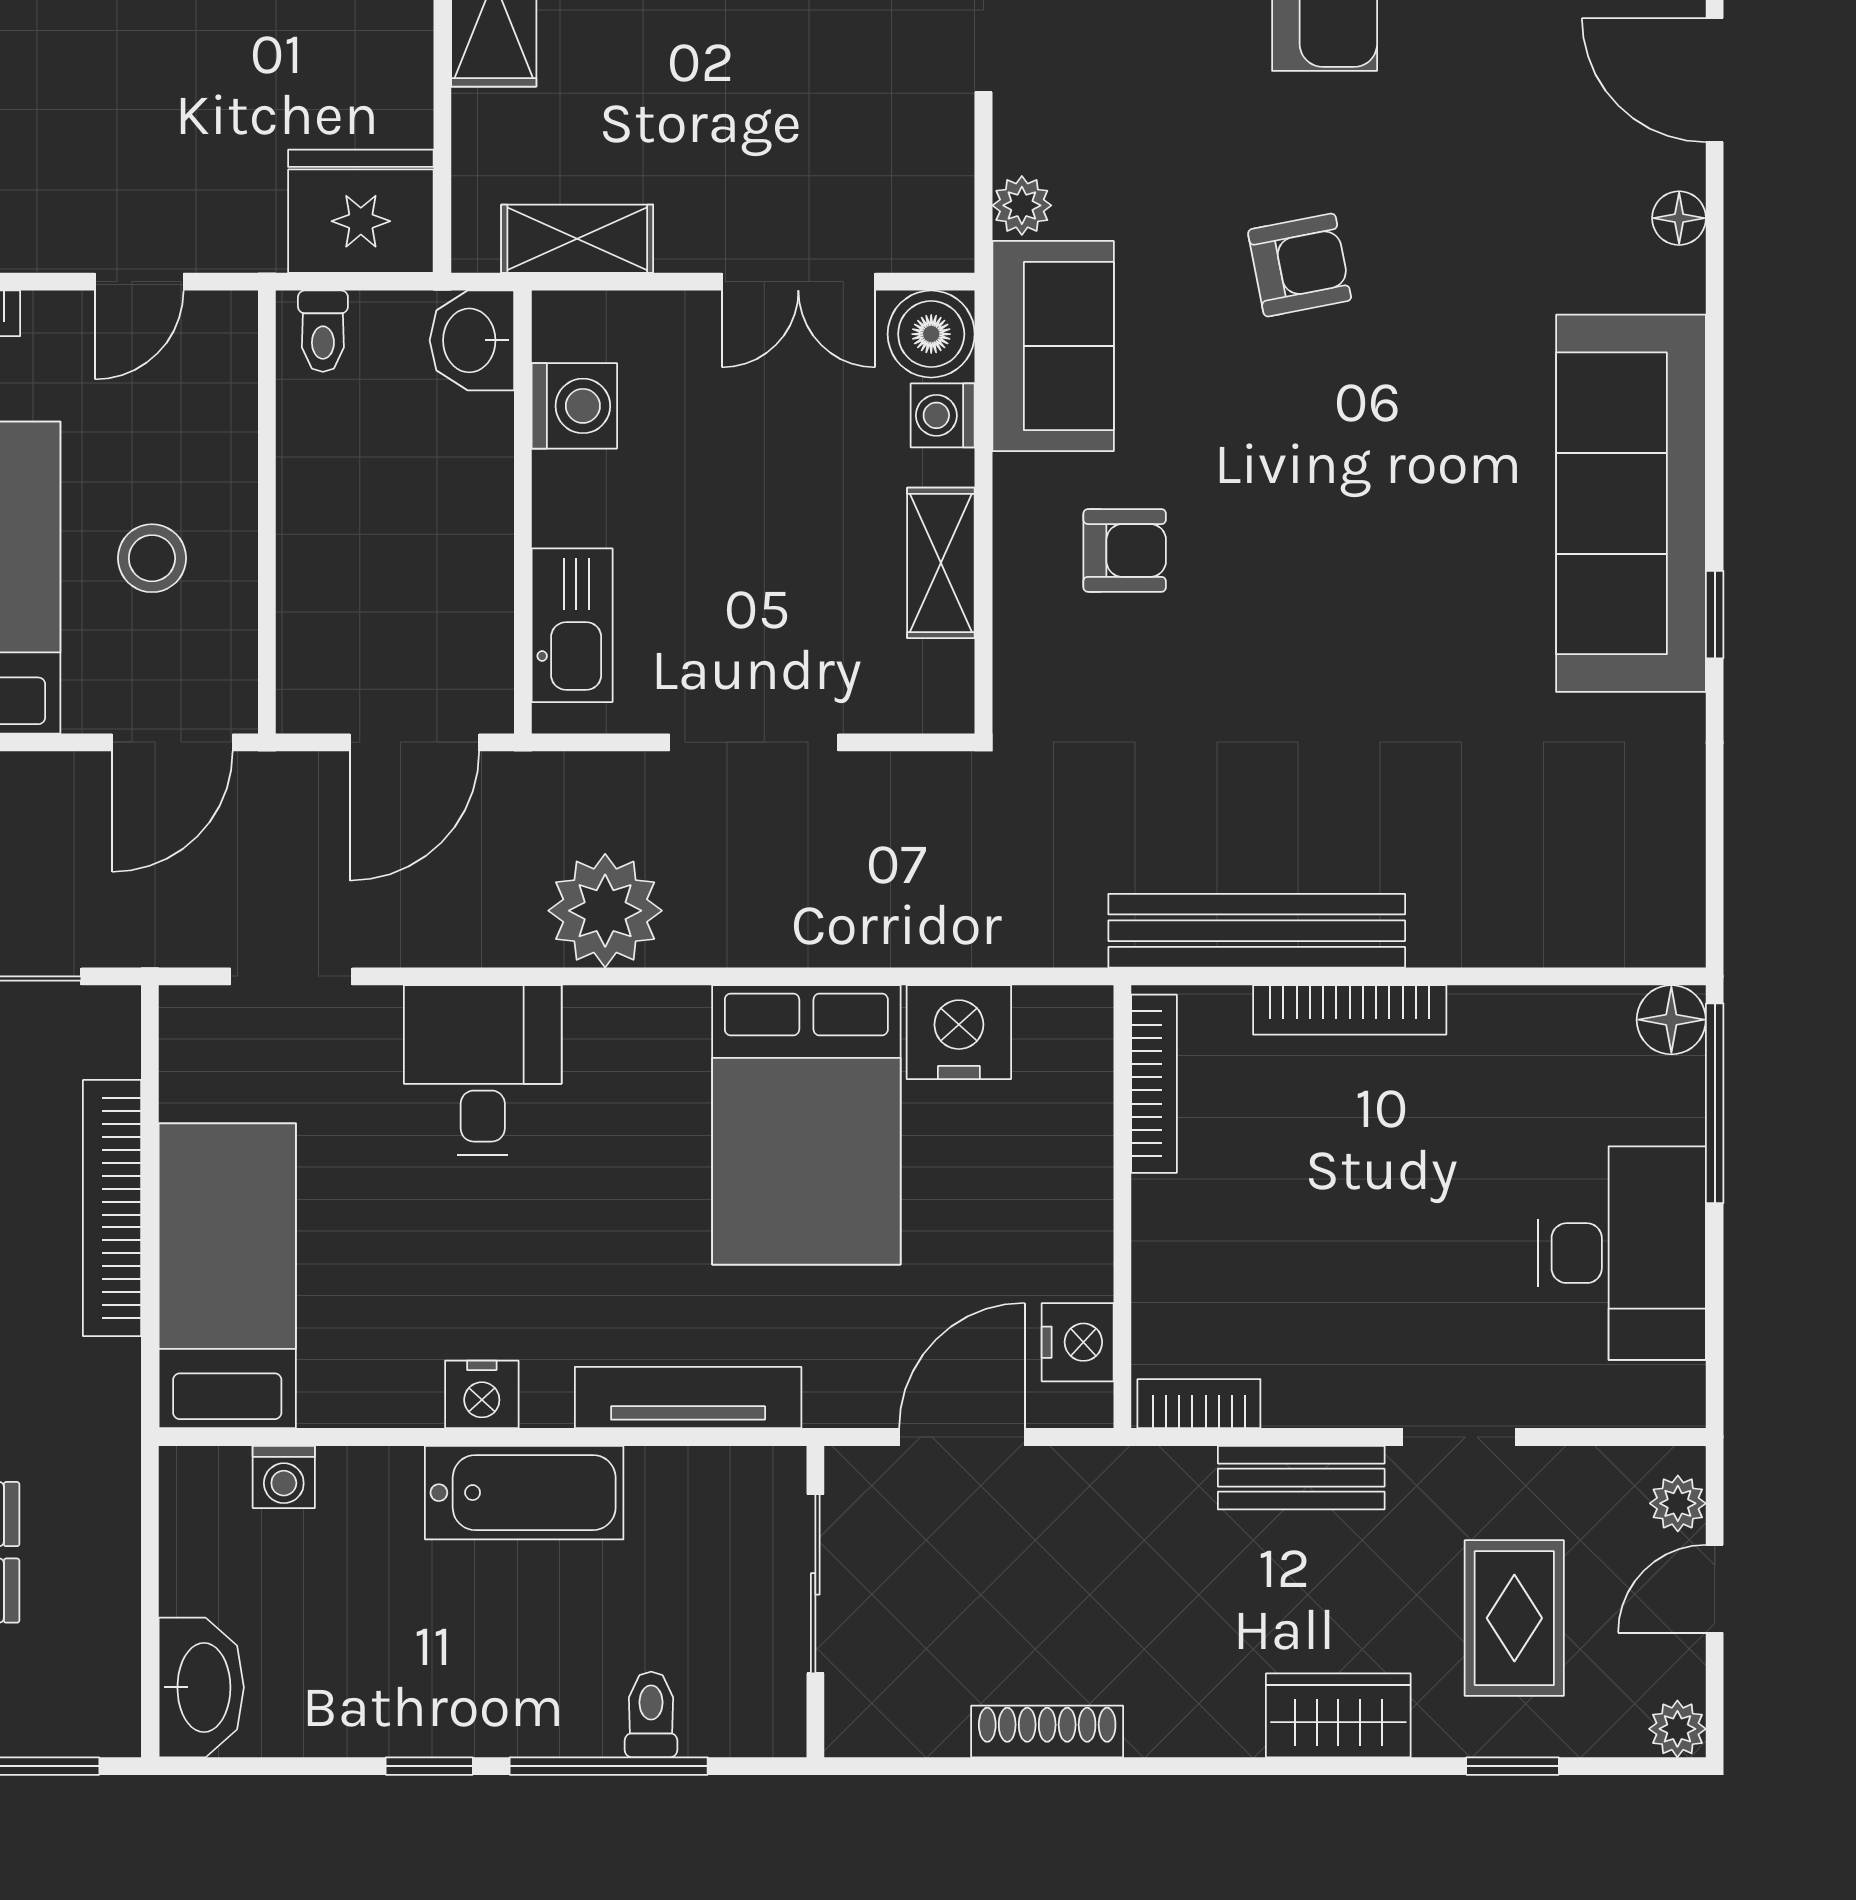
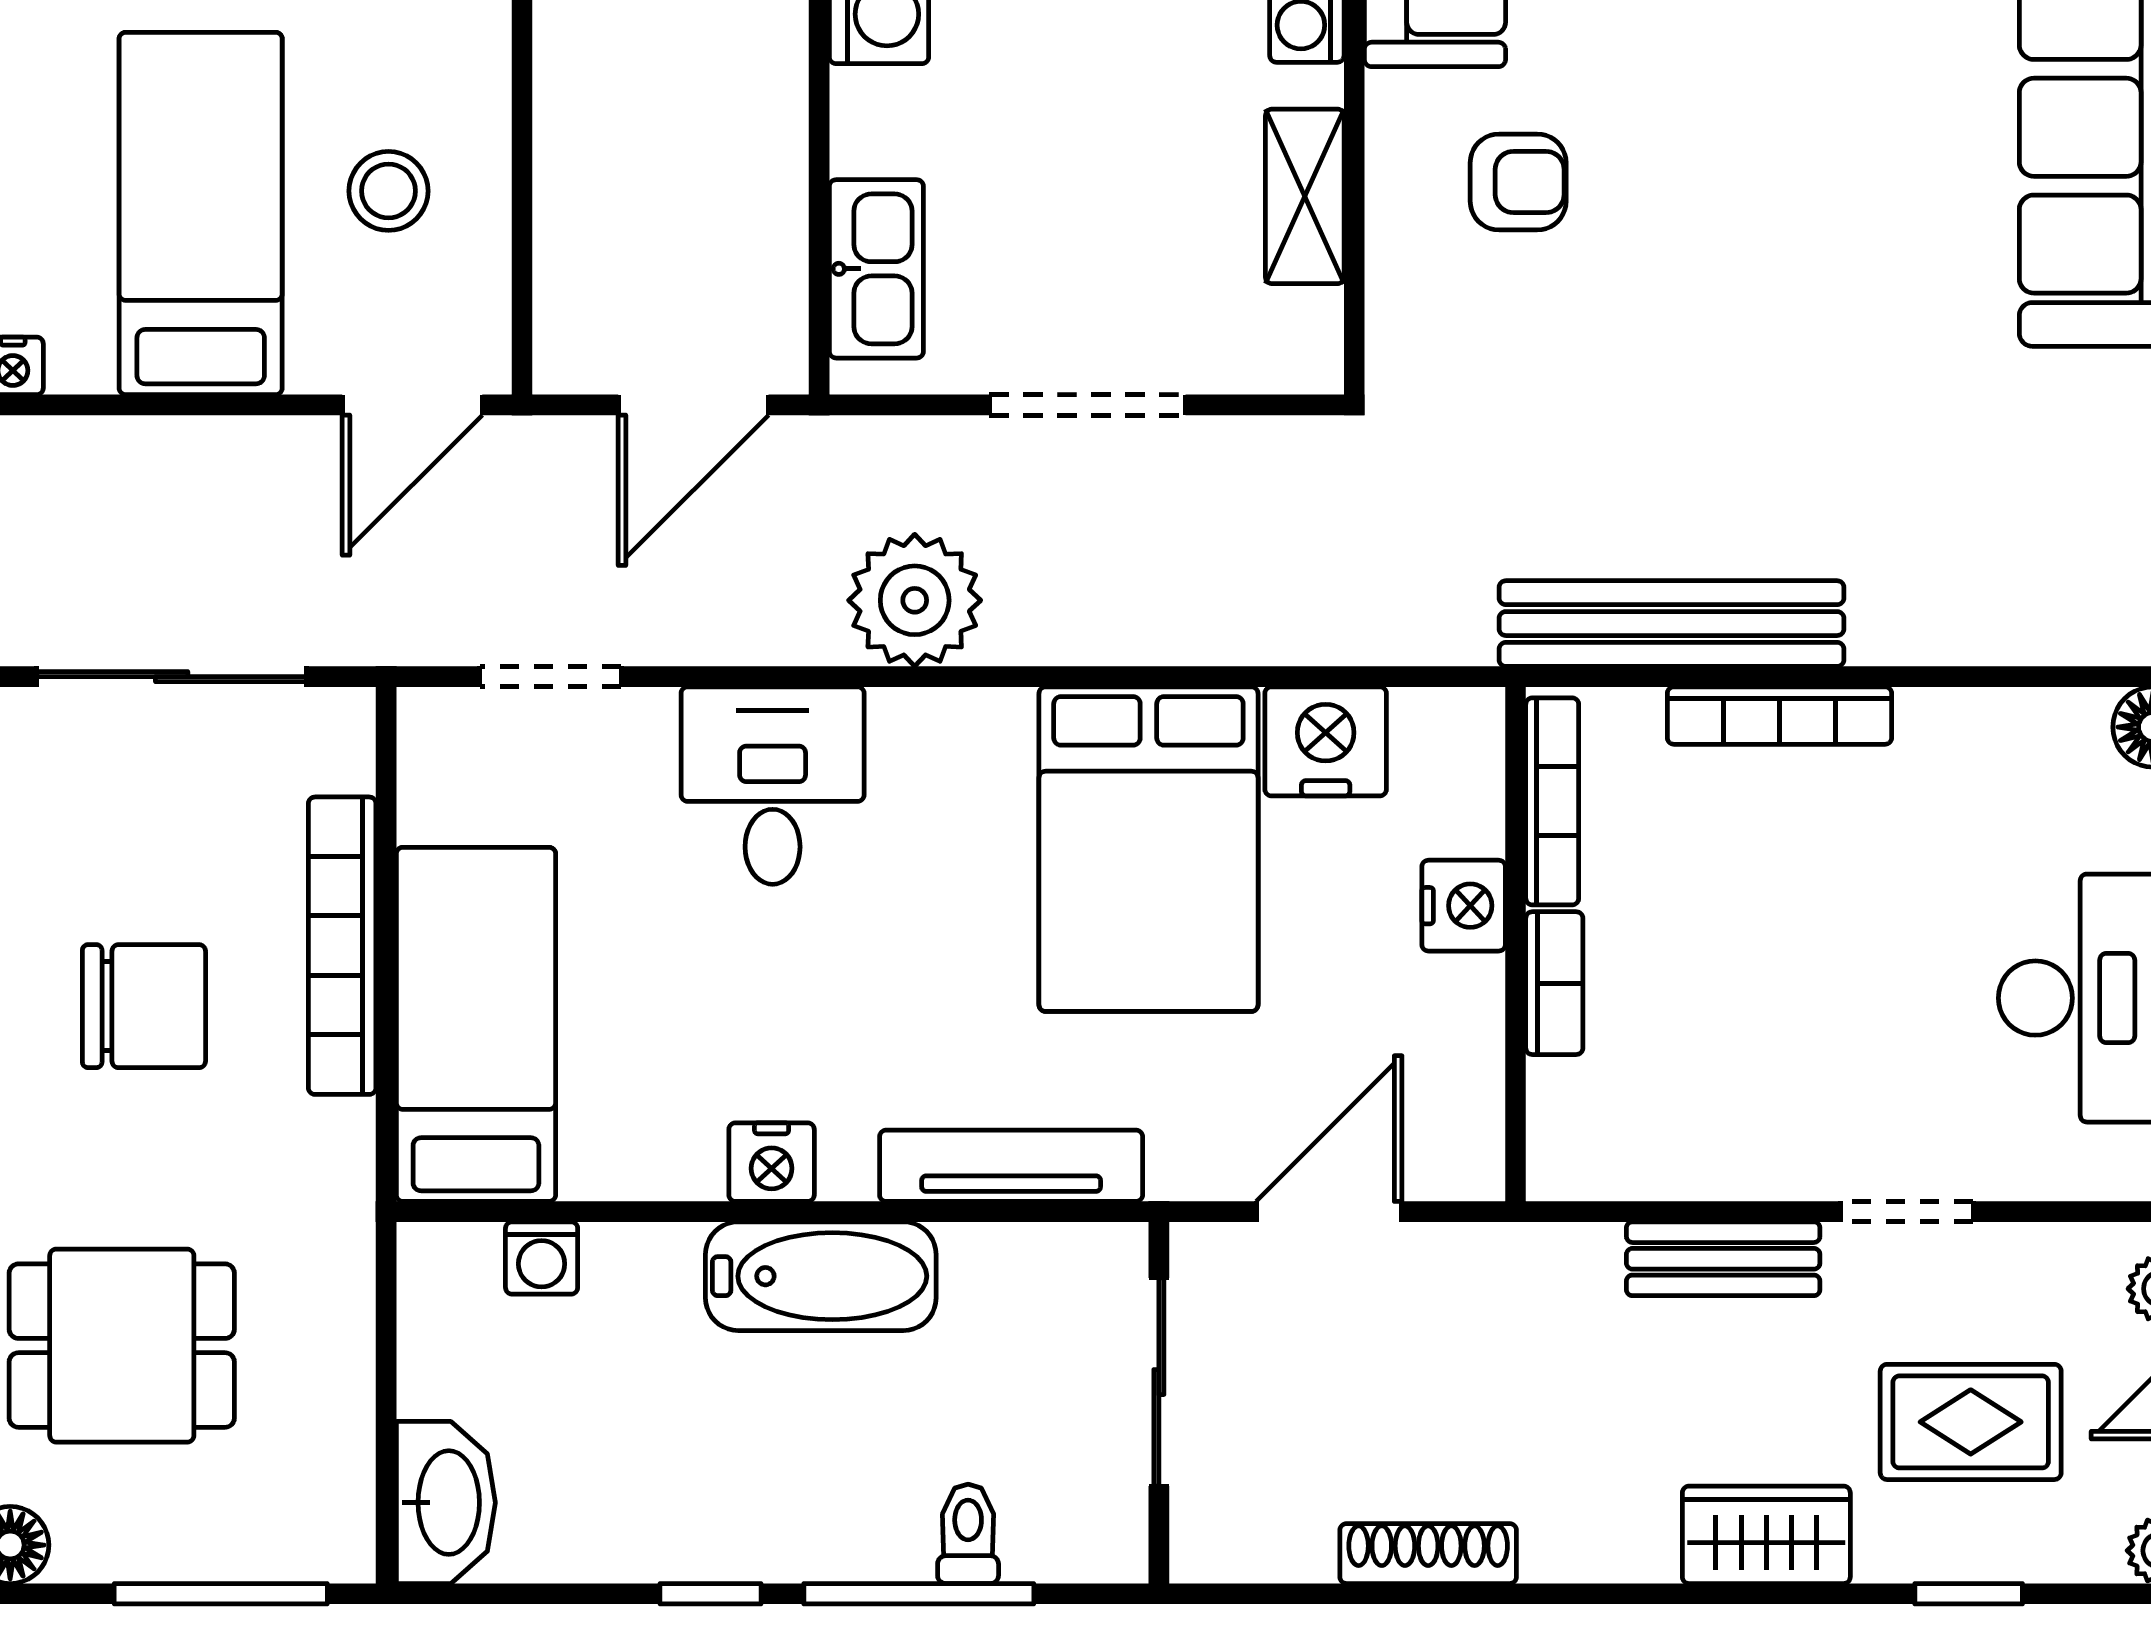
nightstand: (1078, 1342) -> (1464, 906), moved
bookcase: (1199, 1404) -> (1554, 983), moved, turned 90
rug: (1514, 1618) -> (1971, 1422), turned 90

